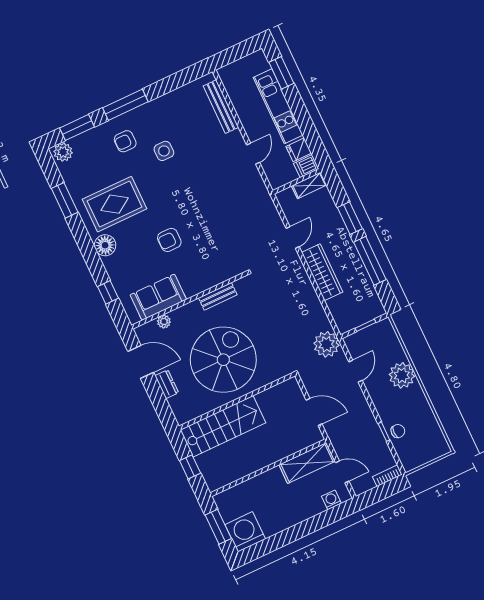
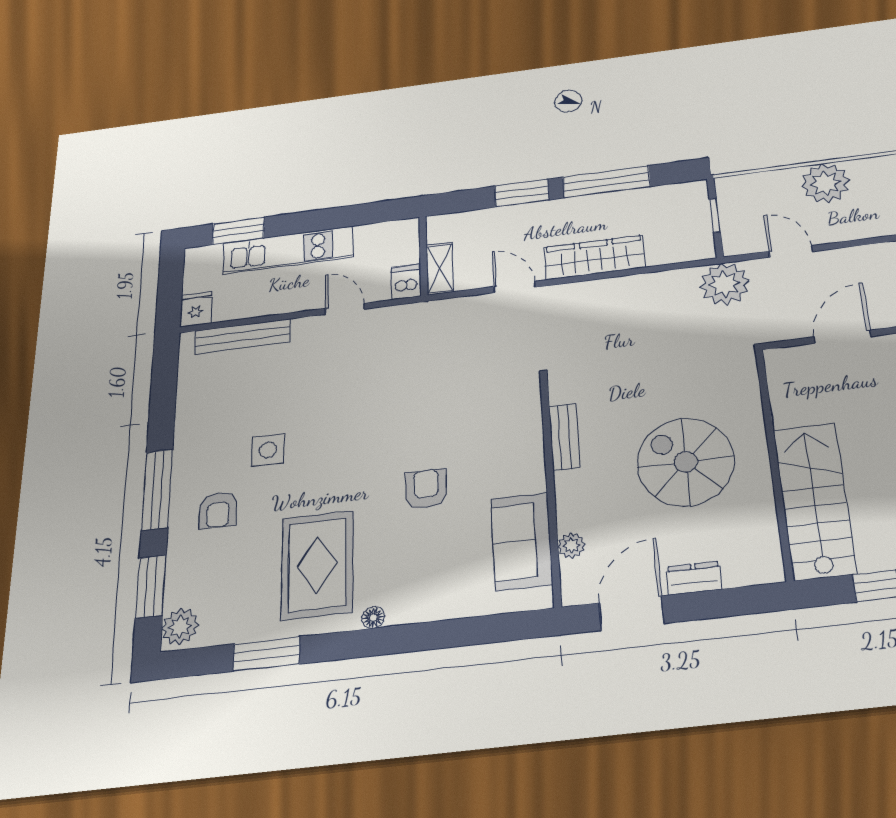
fridge: (299, 150) -> (196, 309), moved, turned 180
dishwasher: (306, 166) -> (406, 282), moved, turned 180
shelving: (309, 185) -> (440, 268), moved
armchair: (169, 240) -> (426, 489), turned 180
floor lamp: (105, 245) -> (373, 618), width x0.53, depth x0.53
window: (108, 292) -> (473, 631), removed
spiral stairs: (223, 360) -> (686, 462), width x0.73, depth x0.73

